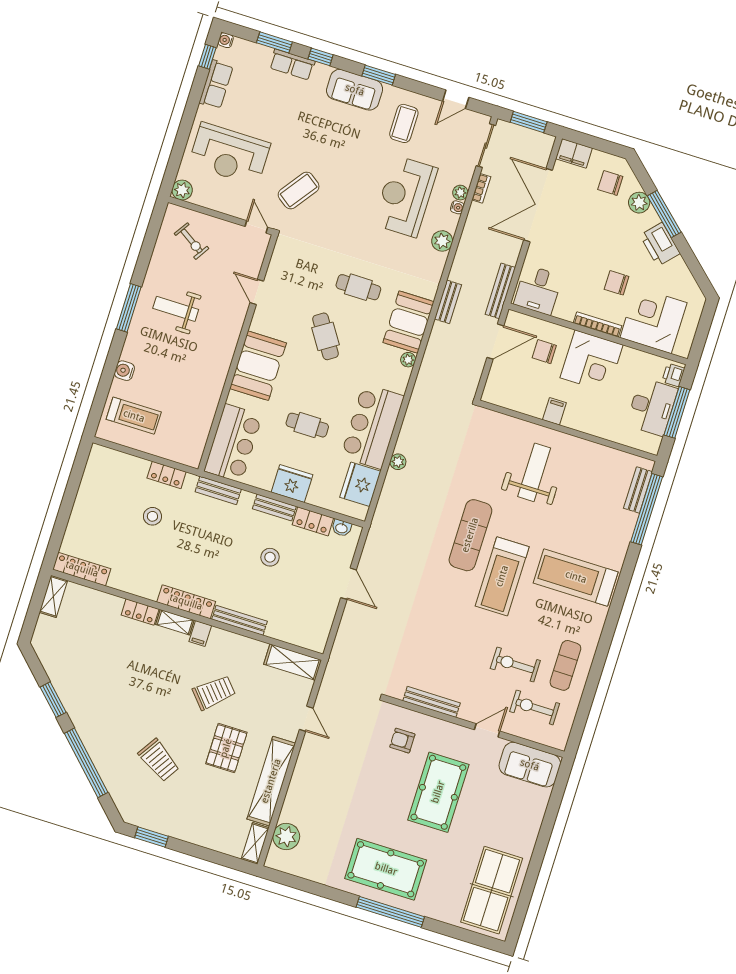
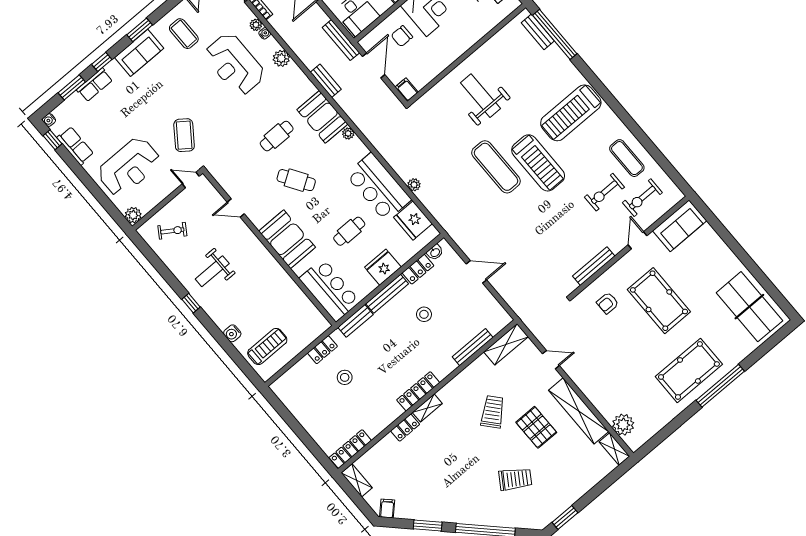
window: (129, 308) -> (191, 303), width x0.46
filing cabinet: (554, 411) -> (407, 90), moved
bench: (274, 508) -> (387, 294), width x1.36
bench: (239, 620) -> (473, 347), moved
filing cabinet: (200, 634) -> (387, 508), moved, turned -135

